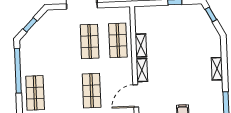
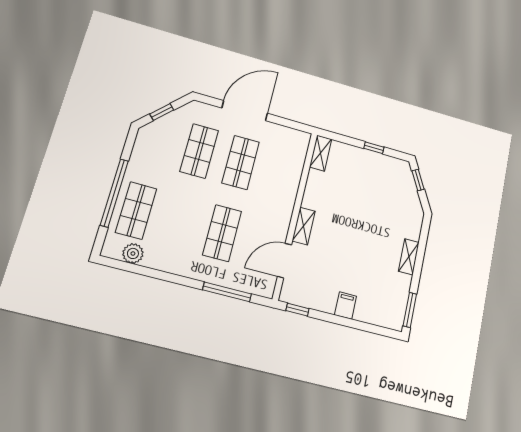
shop shelf: (118, 40) -> (199, 151), moved
shelving: (141, 45) -> (321, 153), moved
window: (18, 71) -> (114, 193), moved

